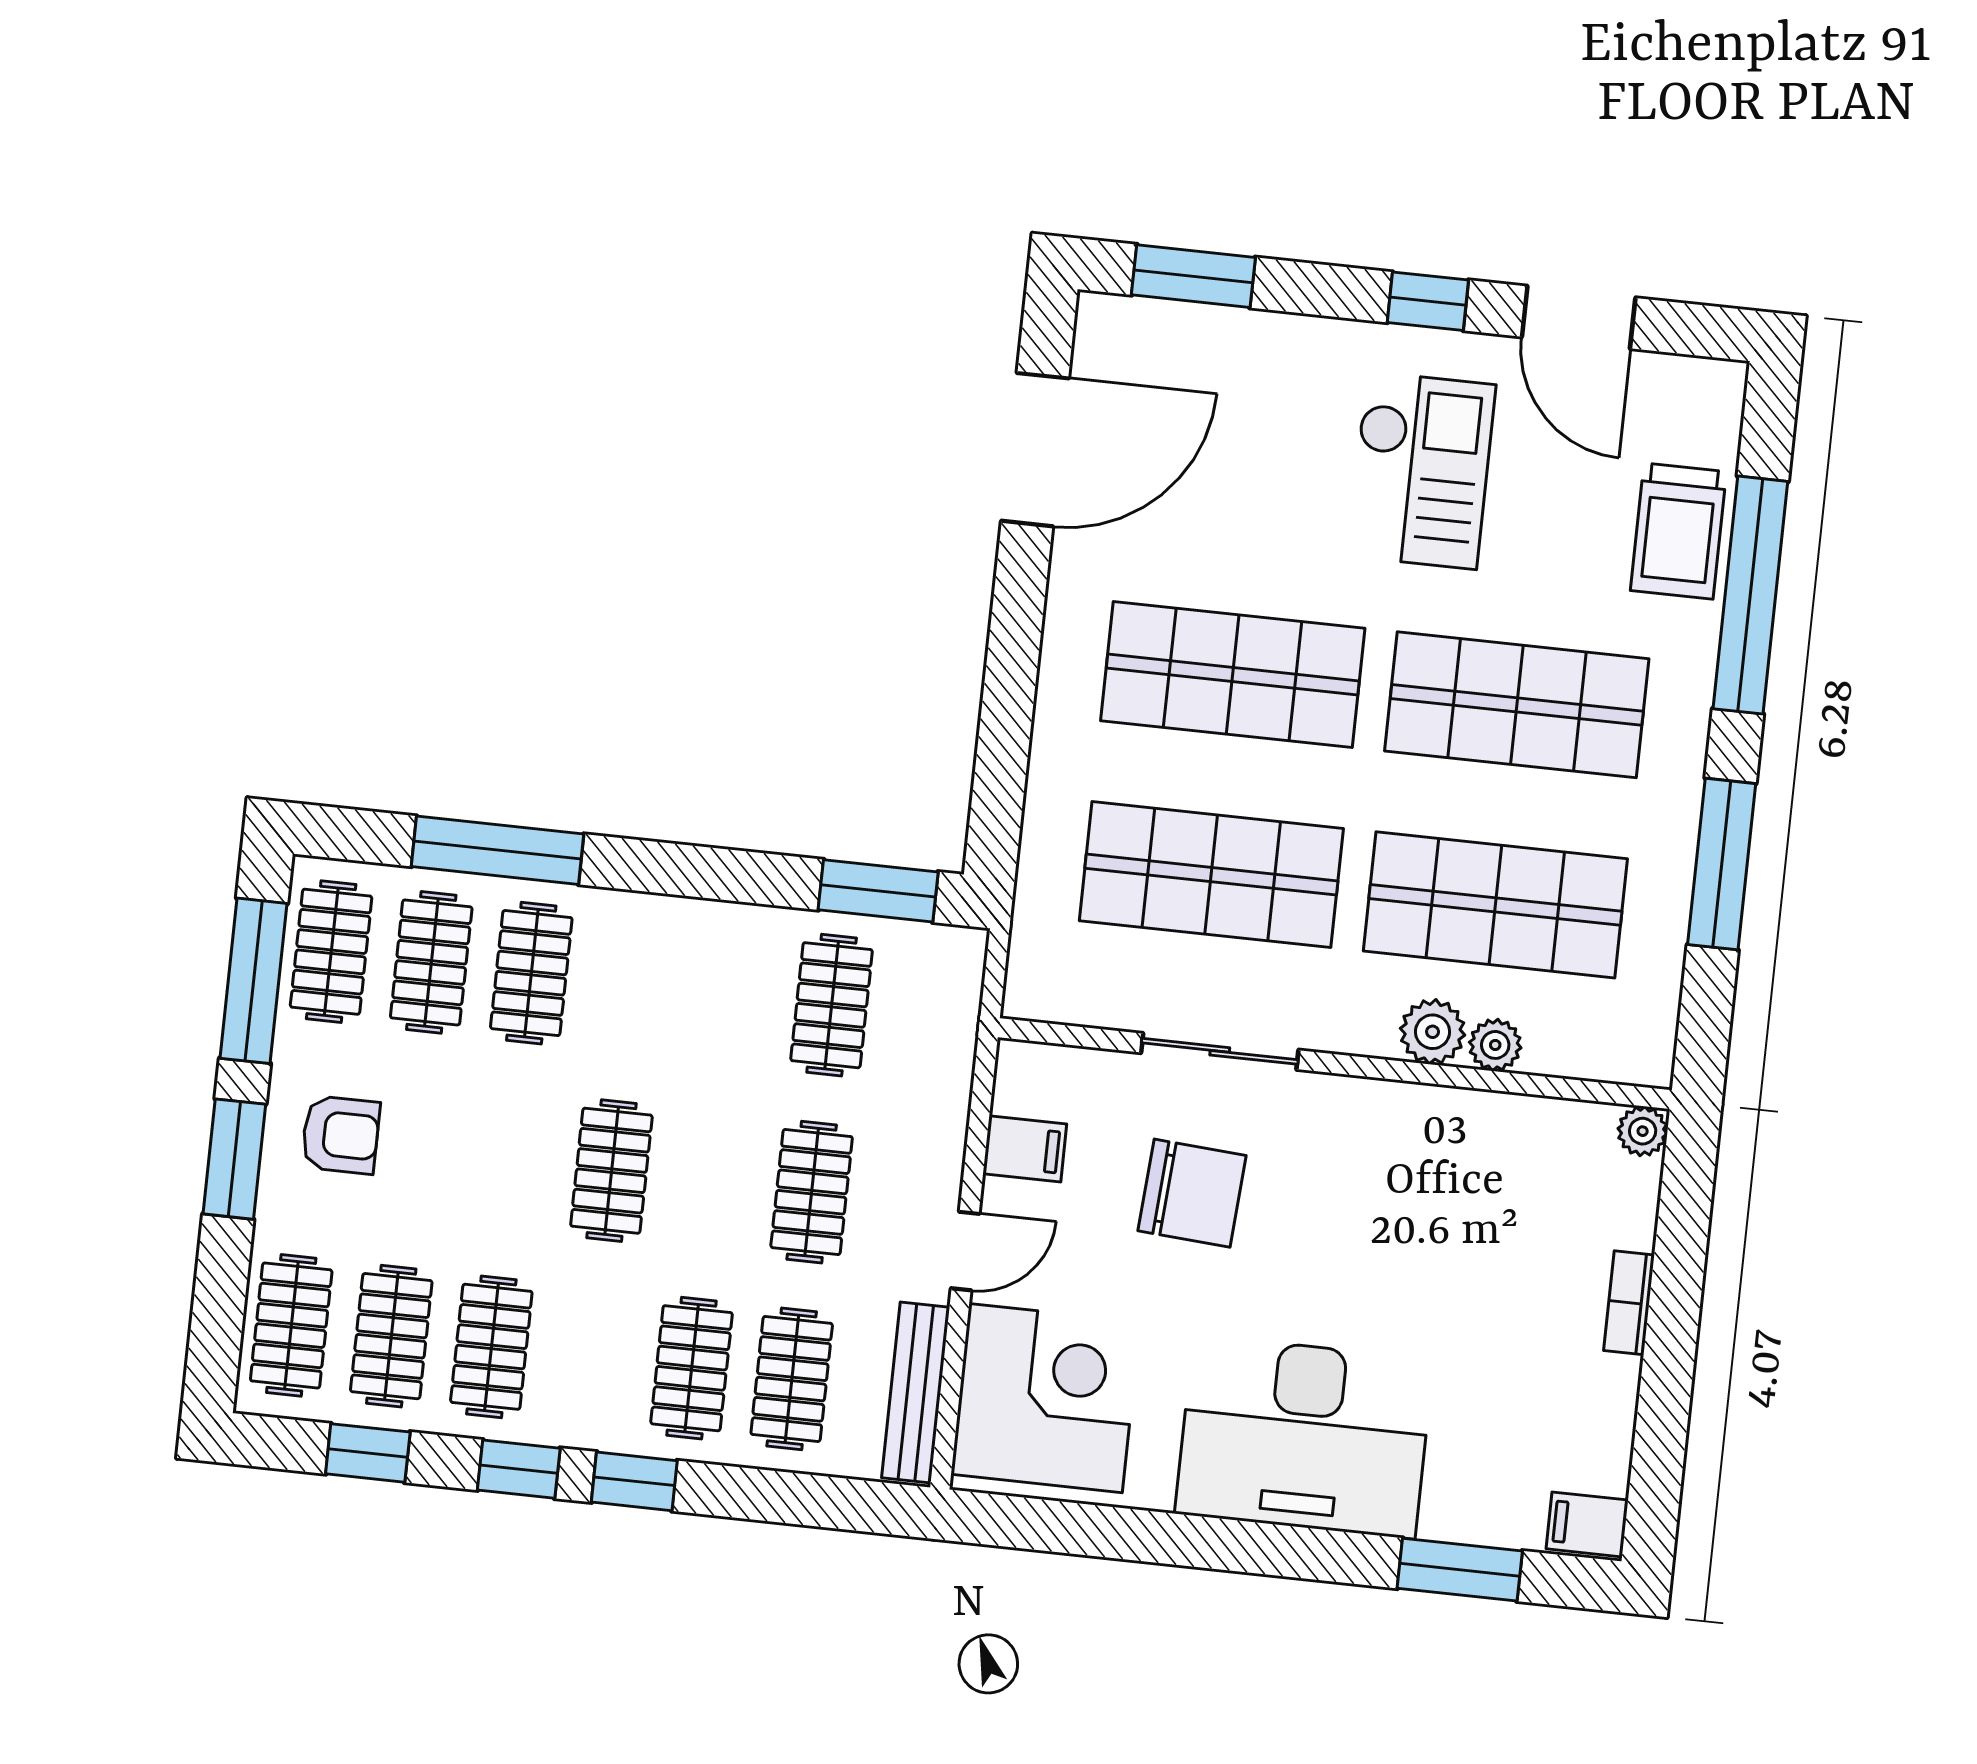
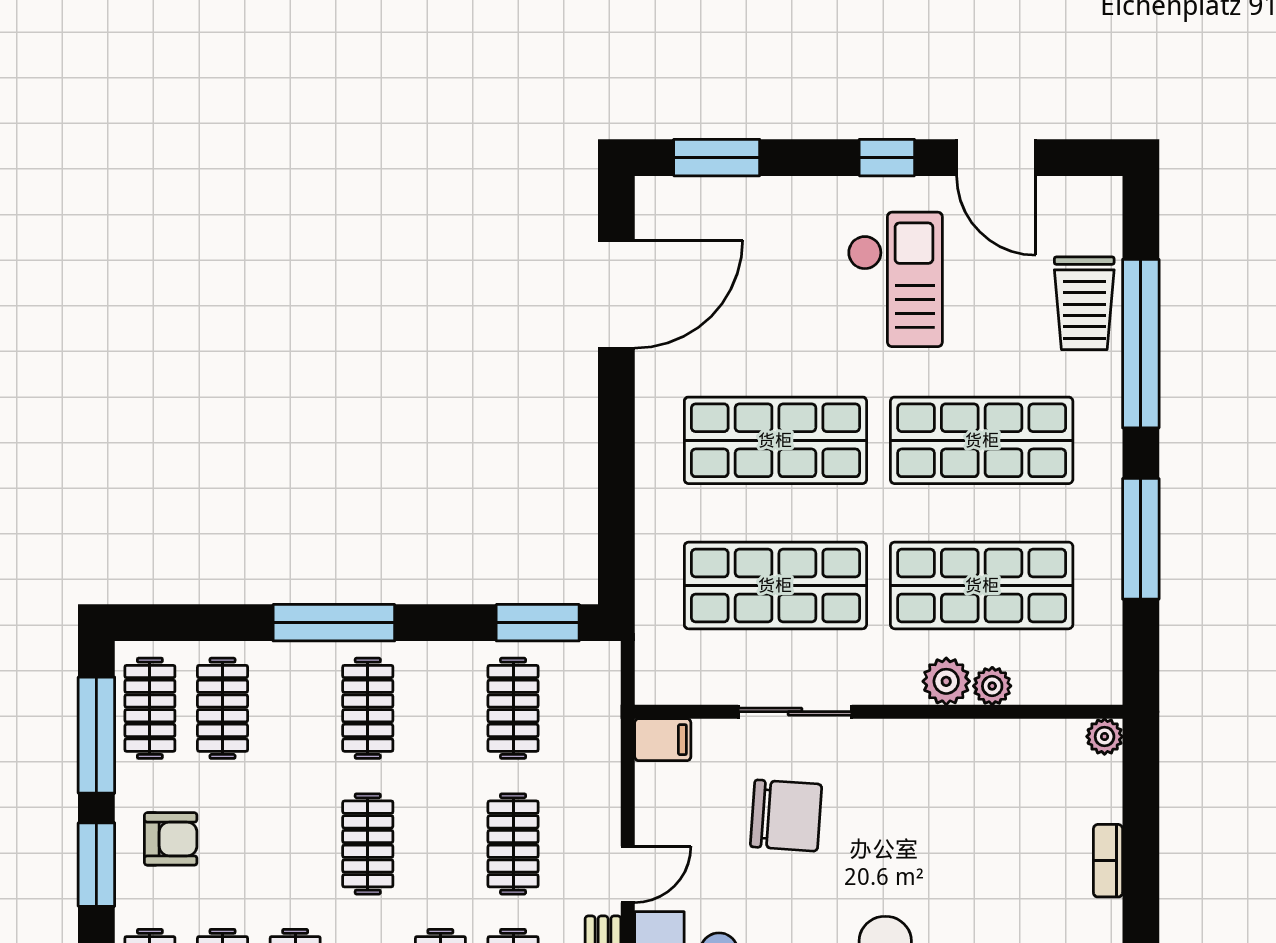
window: (498, 850) -> (334, 623), moved
clothes rail: (531, 973) -> (368, 708), moved
filing cabinet: (1025, 1149) -> (663, 740), moved

